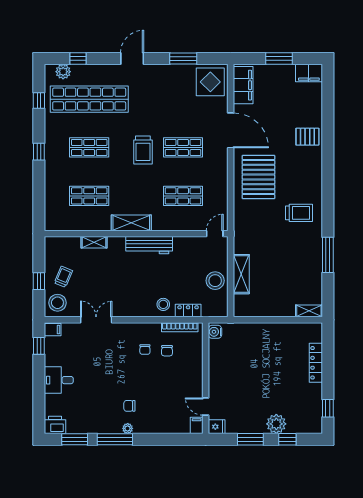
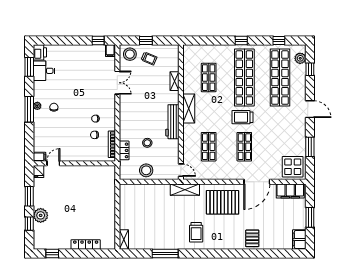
shop shelf: (89, 147) -> (244, 78), width x2.00, depth x1.36
shelving: (241, 274) -> (185, 190), moved
stool: (163, 304) -> (147, 143), moved
water cooler: (215, 332) -> (108, 170), removed
desk: (59, 380) -> (44, 71), moved, turned -90
window: (115, 439) -> (29, 109), moved

